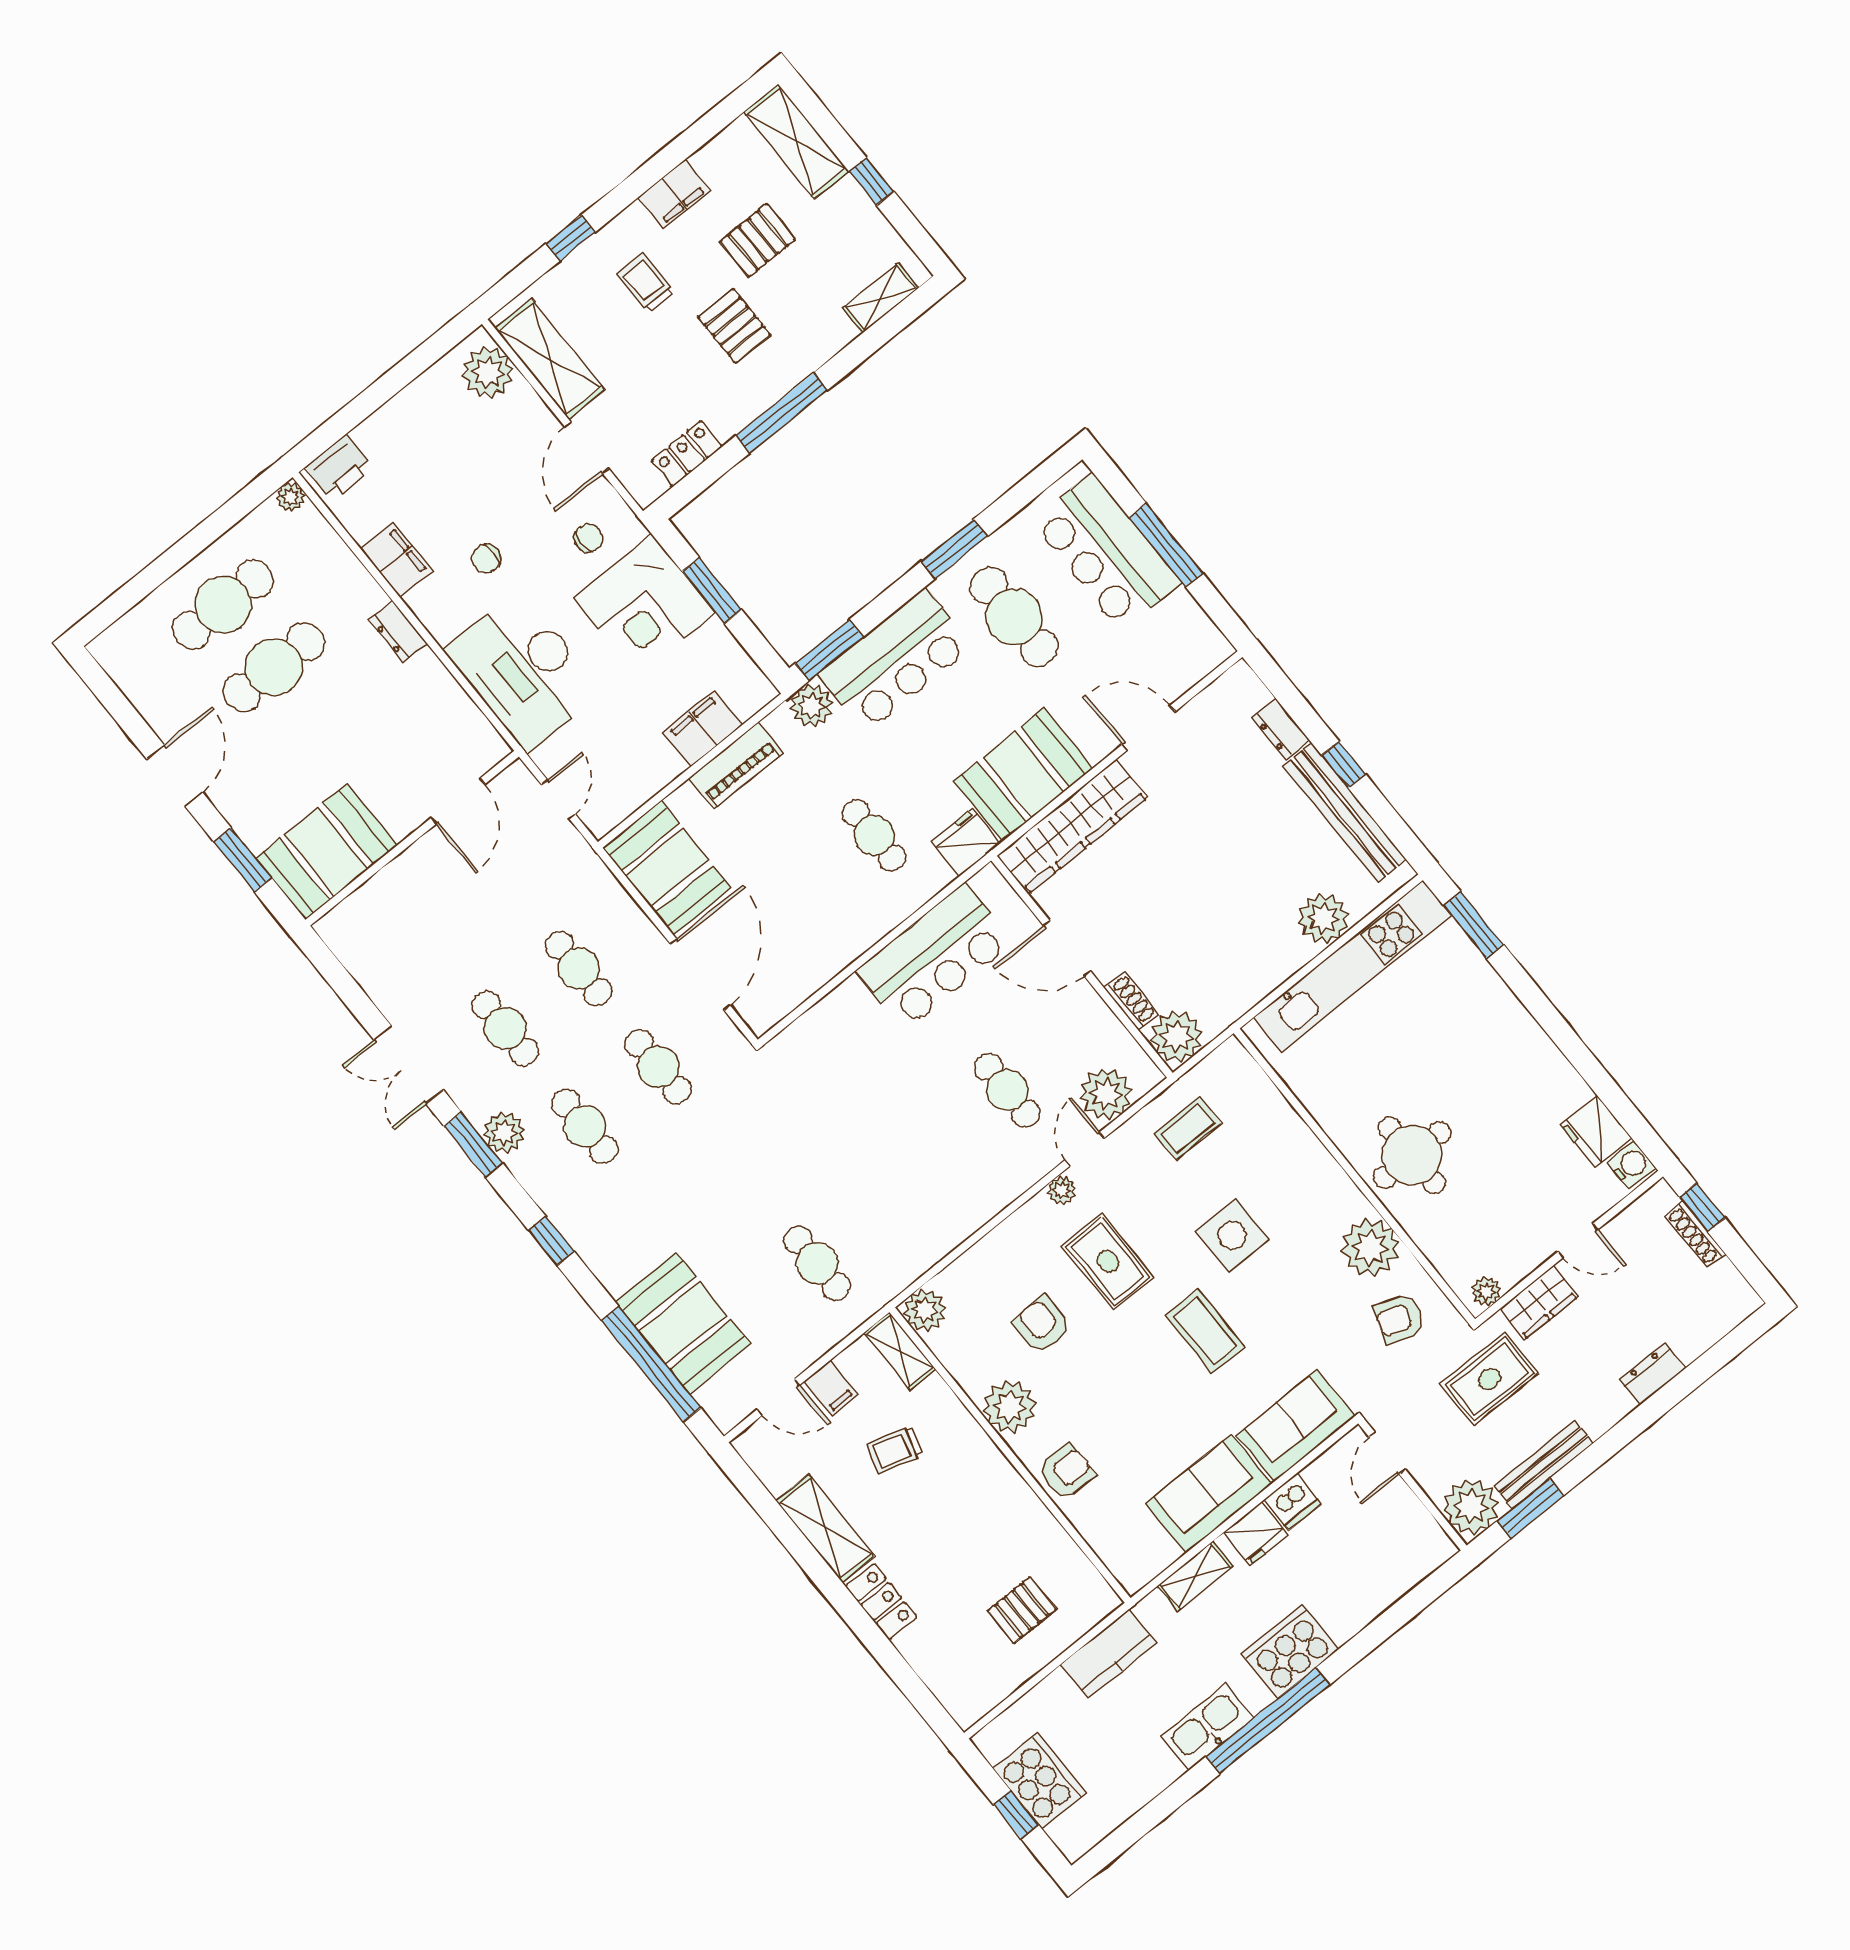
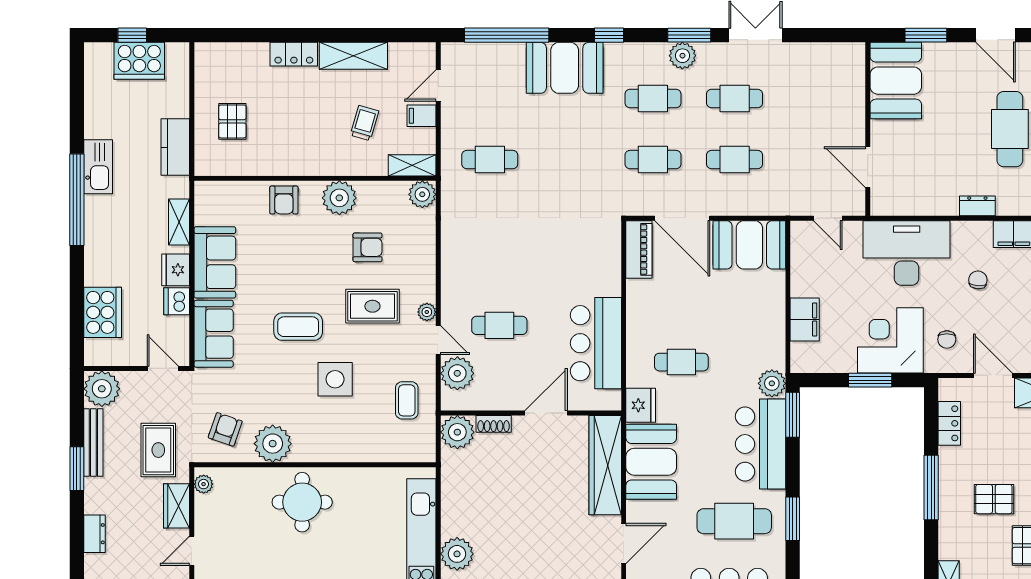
piano: (736, 765) -> (639, 249), moved, turned 180
booth: (683, 1323) -> (565, 68), moved
window: (1530, 1508) -> (77, 469), moved
cooker: (1290, 1651) -> (103, 312), moved

